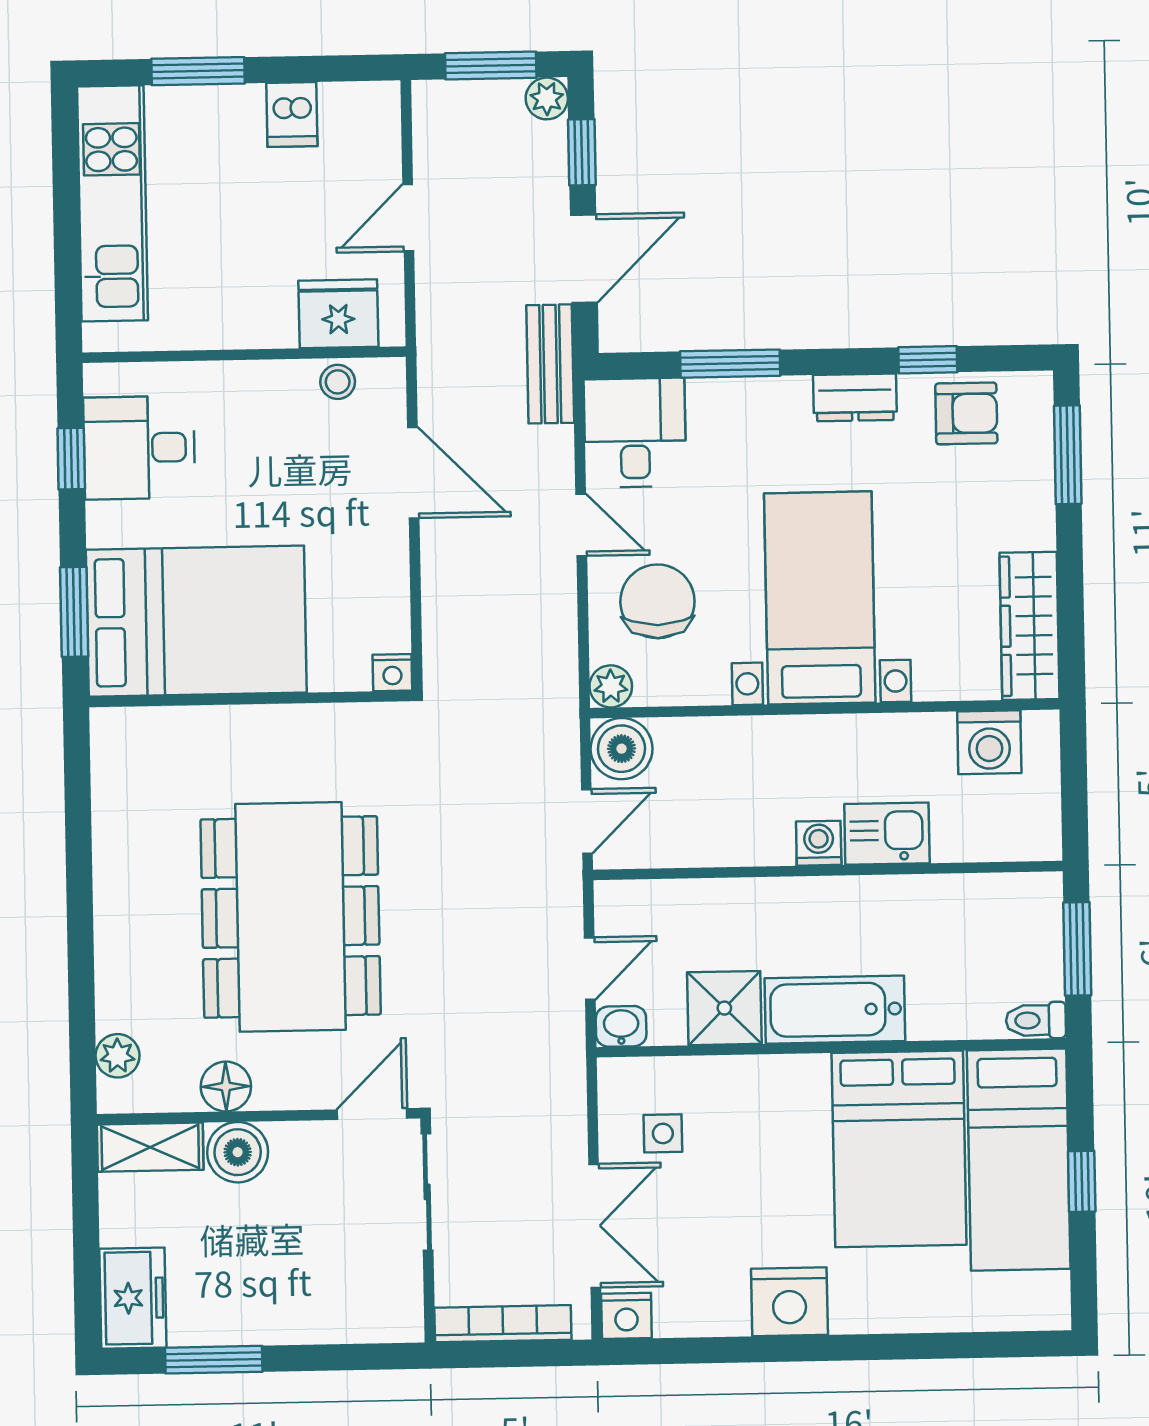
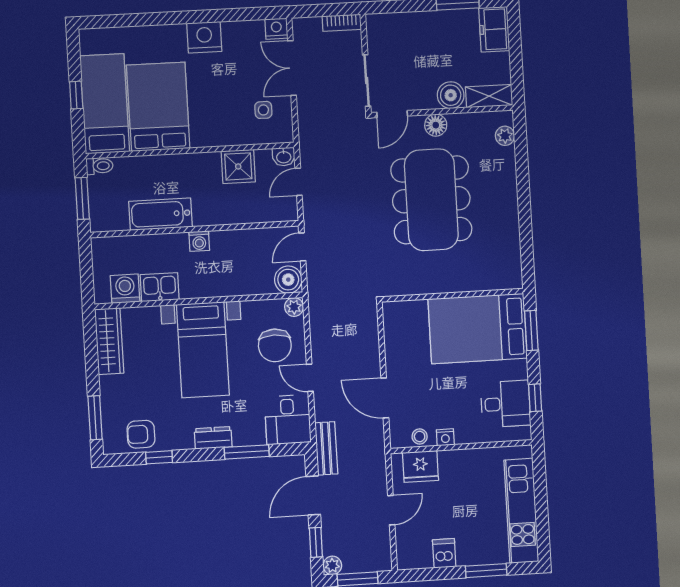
dresser: (855, 397) -> (213, 438), moved
nightstand: (392, 673) -> (445, 437), moved, turned 180
kitchen sink: (887, 834) -> (160, 287), moved, turned 180
bathtub: (835, 1010) -> (161, 214), moved, turned 180
floor lamp: (226, 1087) -> (436, 125), moved
bookcase: (503, 1324) -> (342, 23), width x0.64

